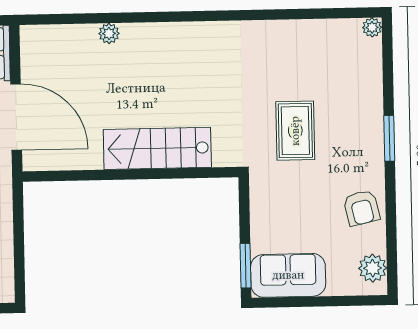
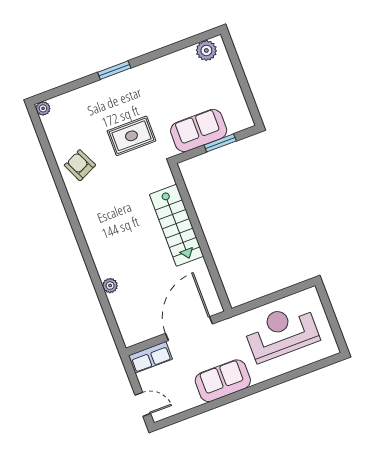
armchair: (362, 208) -> (80, 165), moved, turned -102
window: (245, 266) -> (220, 143), moved
sofa: (288, 275) -> (199, 131), moved, turned 90

